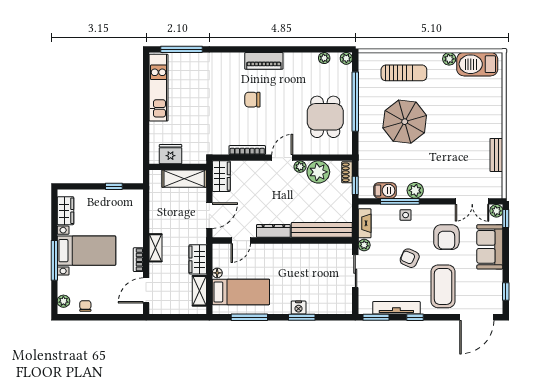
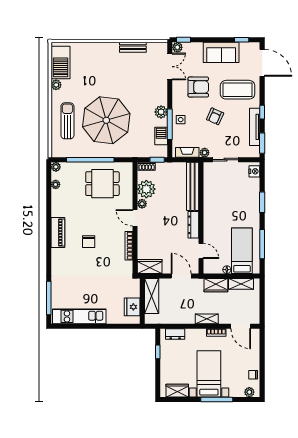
parasol: (405, 122) -> (106, 120), width x1.36, depth x1.36
dresser: (136, 208) -> (175, 334), added
sofa: (490, 247) -> (221, 52), moved
nightstand: (299, 308) -> (254, 171), moved

